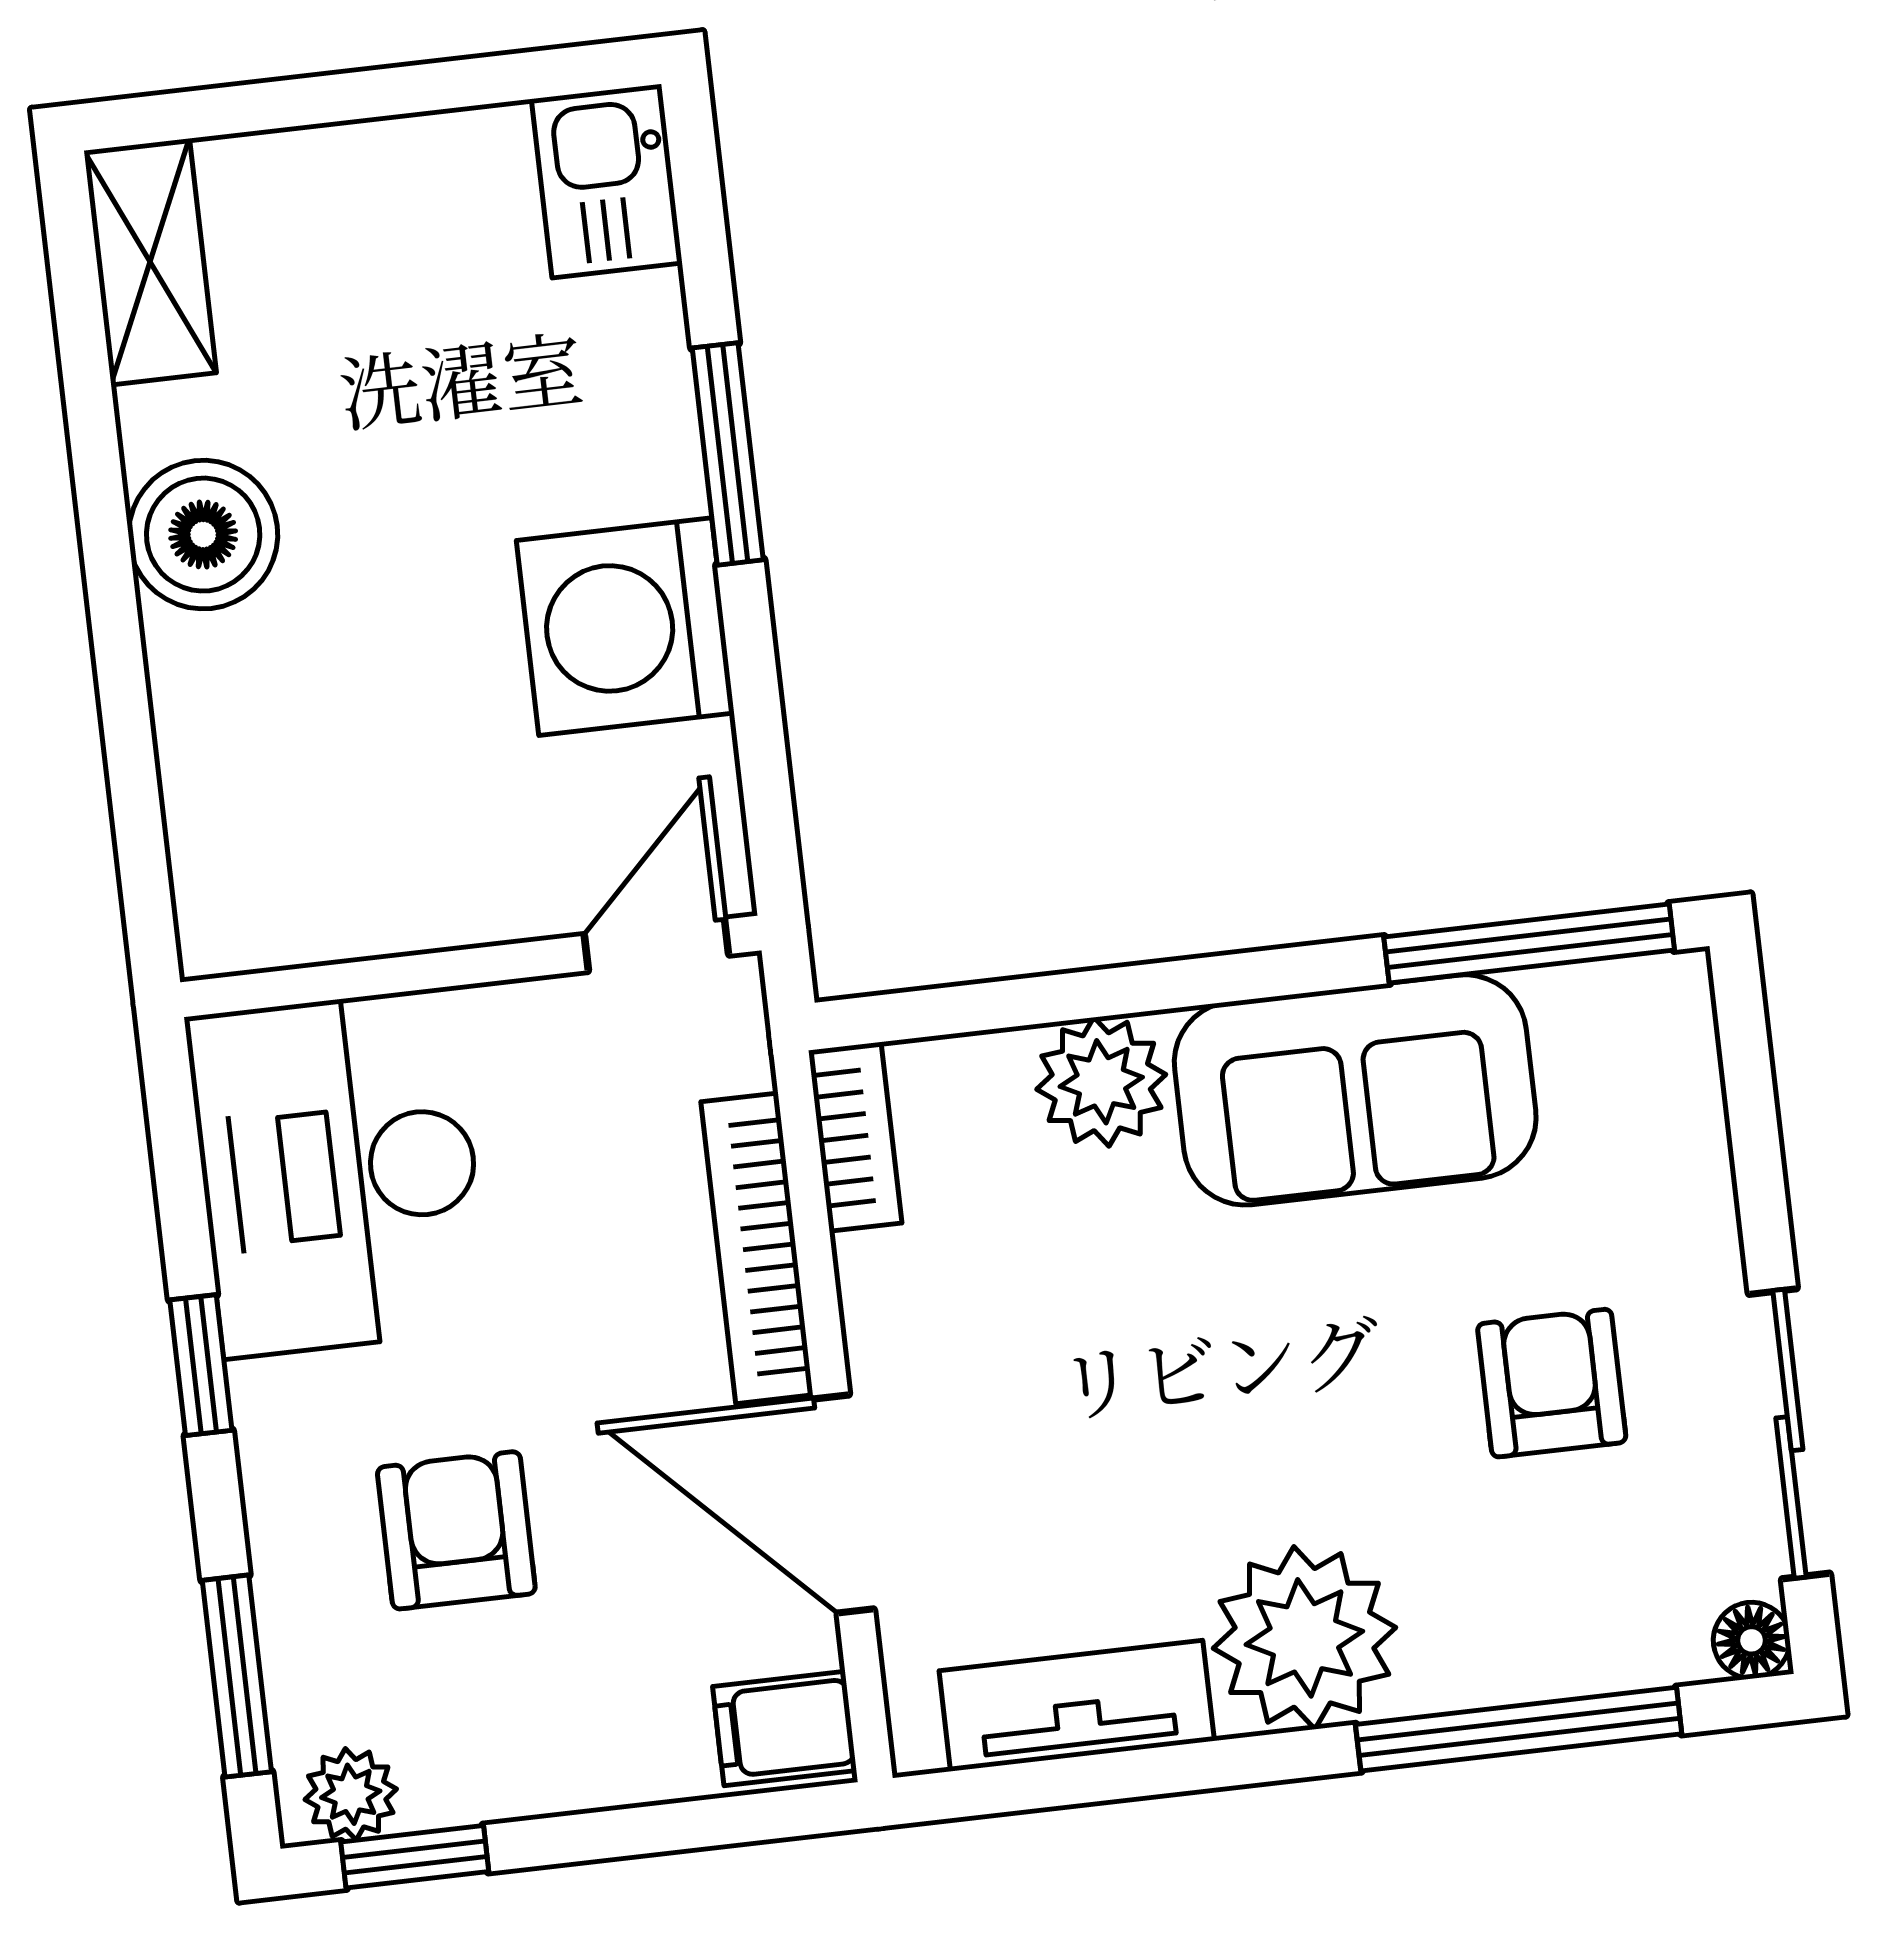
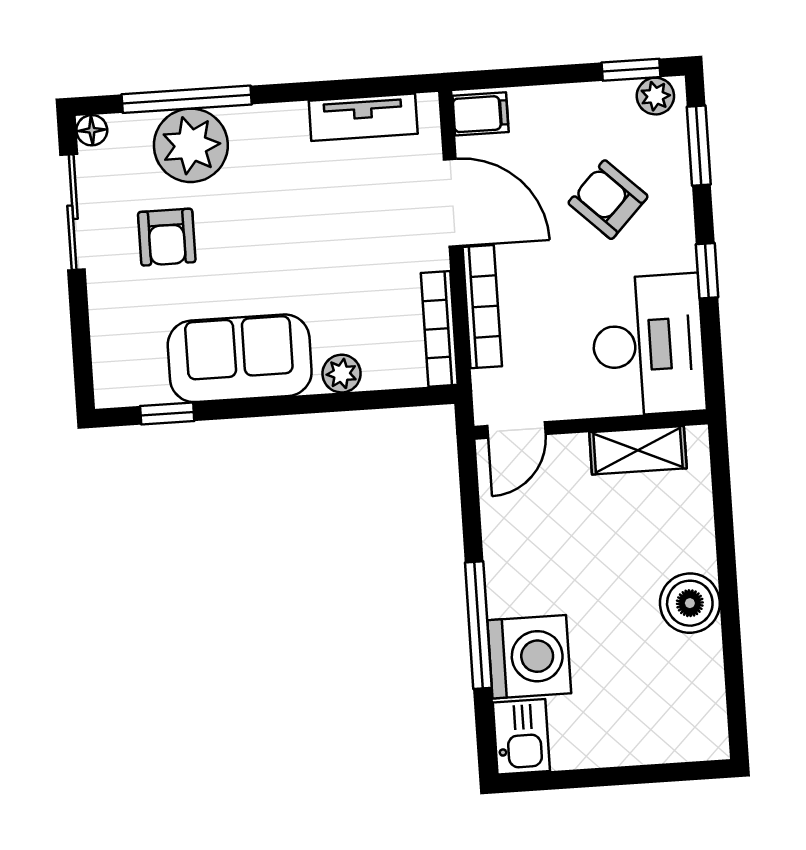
shelving: (150, 262) -> (638, 450), moved, turned 90
window: (728, 454) -> (478, 625), width x1.44
washing machine: (625, 627) -> (529, 657), moved
window: (1529, 943) -> (167, 414), width x0.46
plant: (1101, 1082) -> (342, 374), width x0.73, depth x0.73
bookcase: (855, 1137) -> (439, 329), width x1.56
armchair: (456, 1530) -> (608, 200), turned 134
plant: (1304, 1638) -> (191, 145), moved

